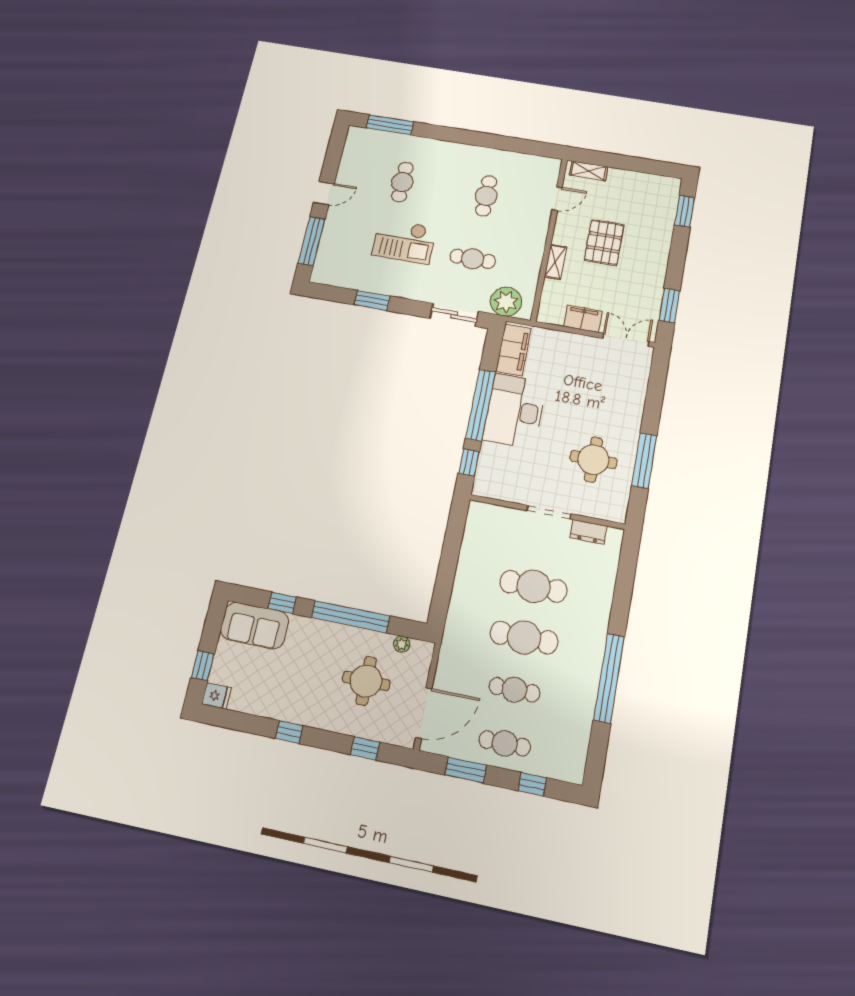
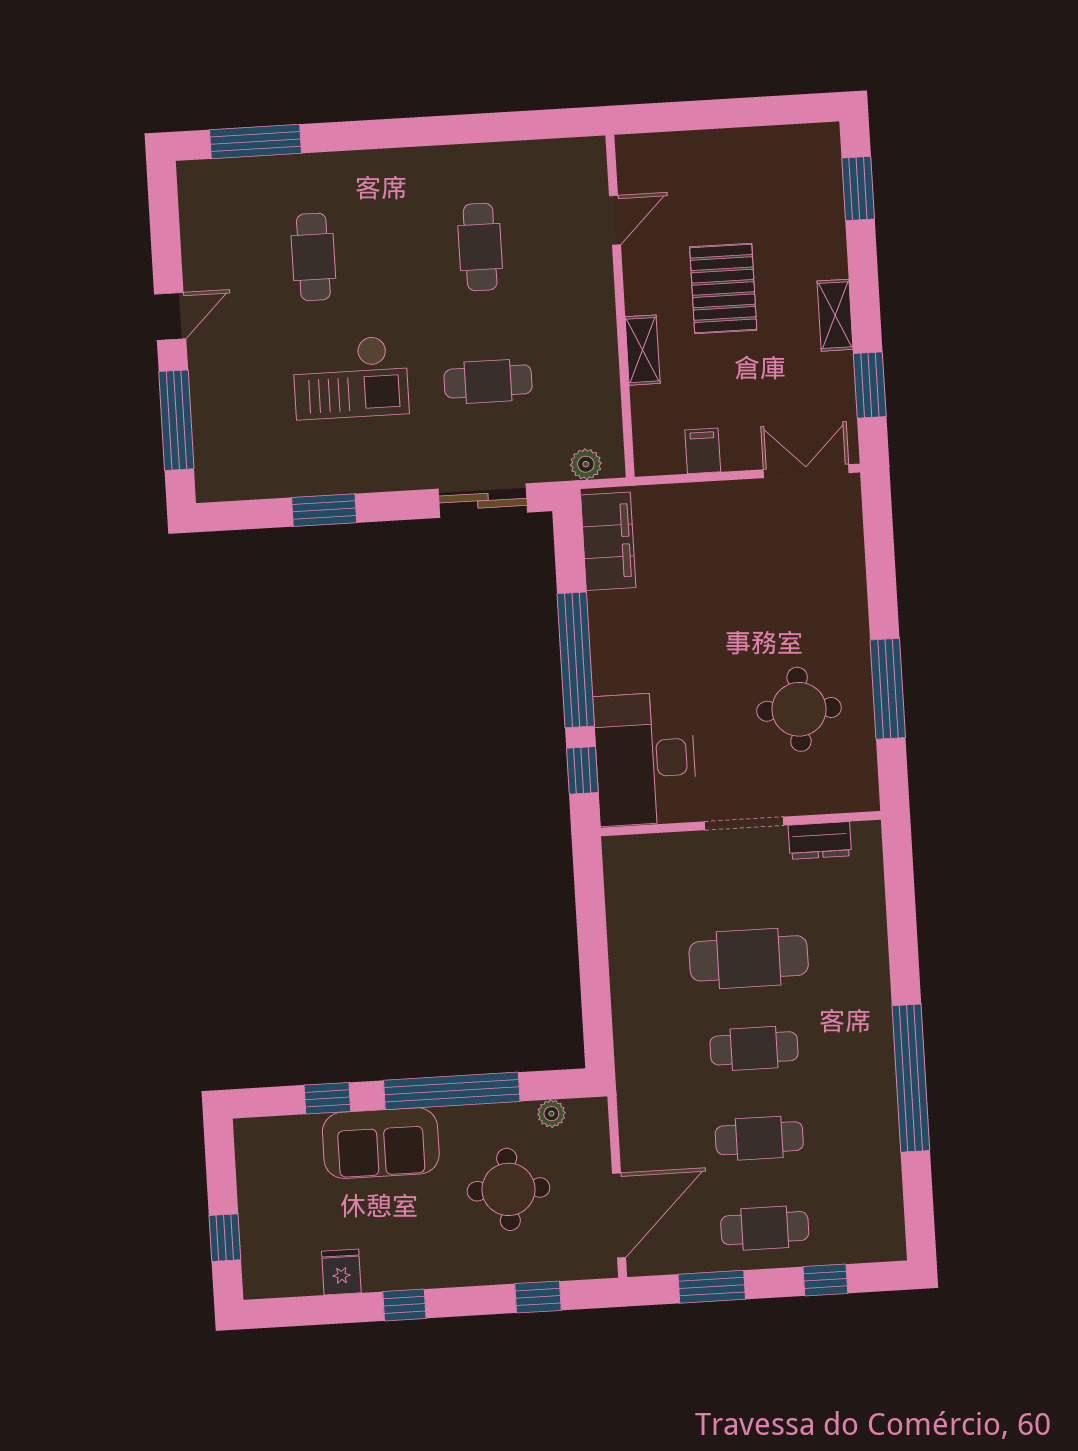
shelving: (589, 171) -> (835, 315), moved, turned 90
plant: (506, 302) -> (586, 464), width x0.53, depth x0.53
filing cabinet: (583, 319) -> (703, 451), width x0.50
desk: (515, 411) -> (645, 759), moved
sofa: (255, 625) -> (381, 1143), moved
cafe table: (524, 637) -> (754, 1048), width x0.73, depth x0.74
fridge: (216, 696) -> (341, 1272), moved, turned -90

